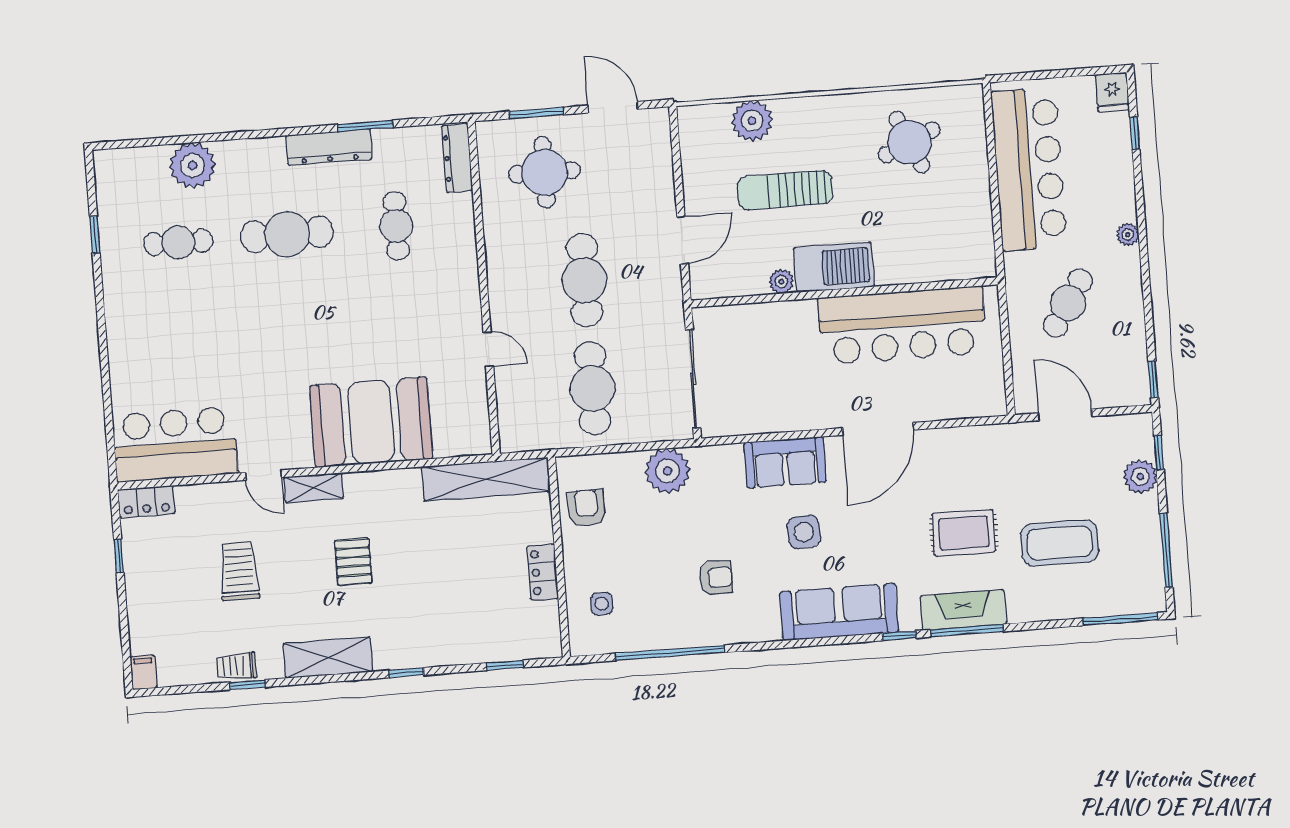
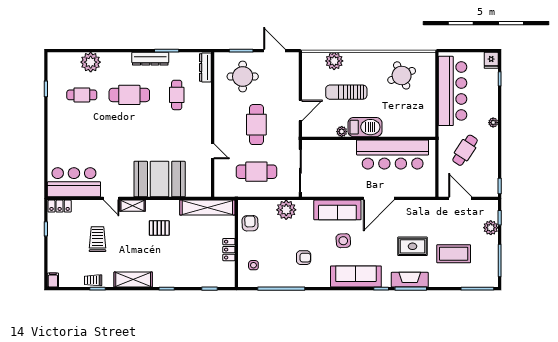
cafe table: (593, 388) -> (256, 172), turned 90
sofa: (785, 462) -> (337, 210), width x1.36
pallet: (353, 562) -> (159, 228), moved, turned 90

